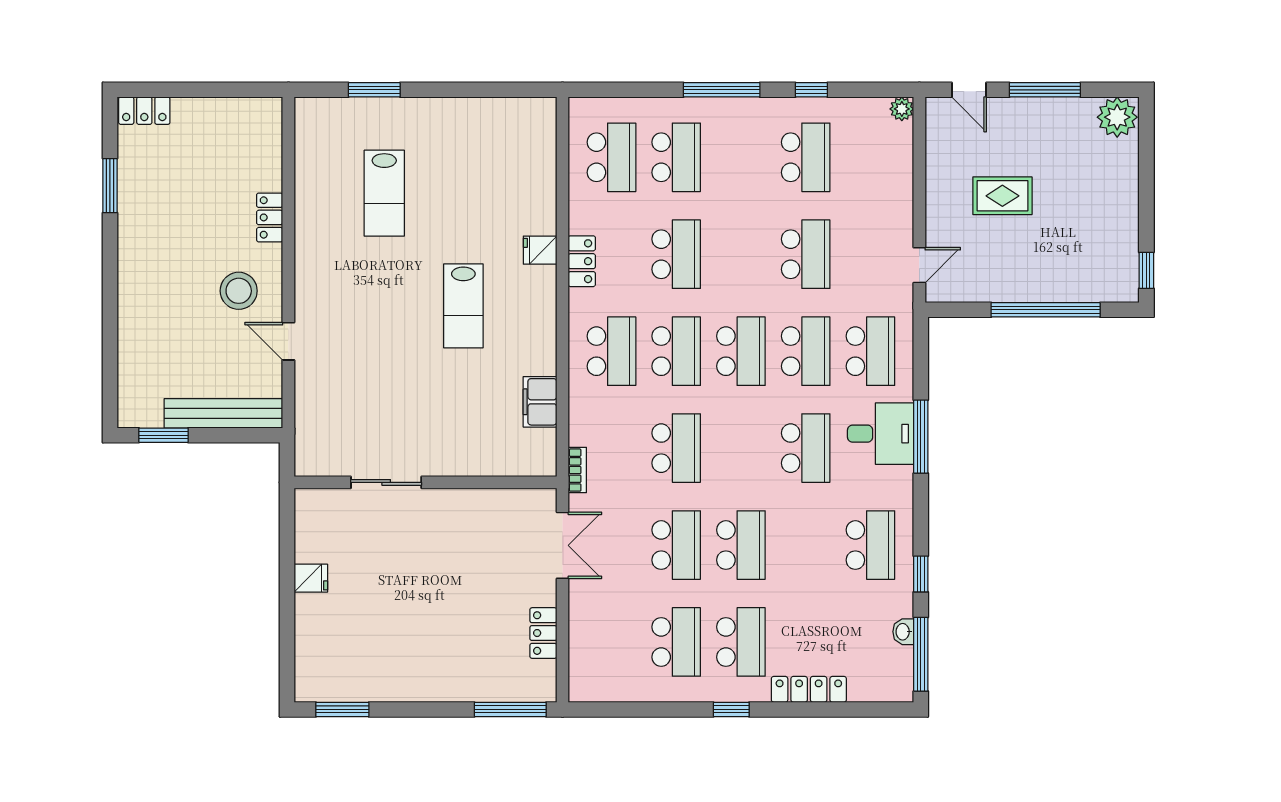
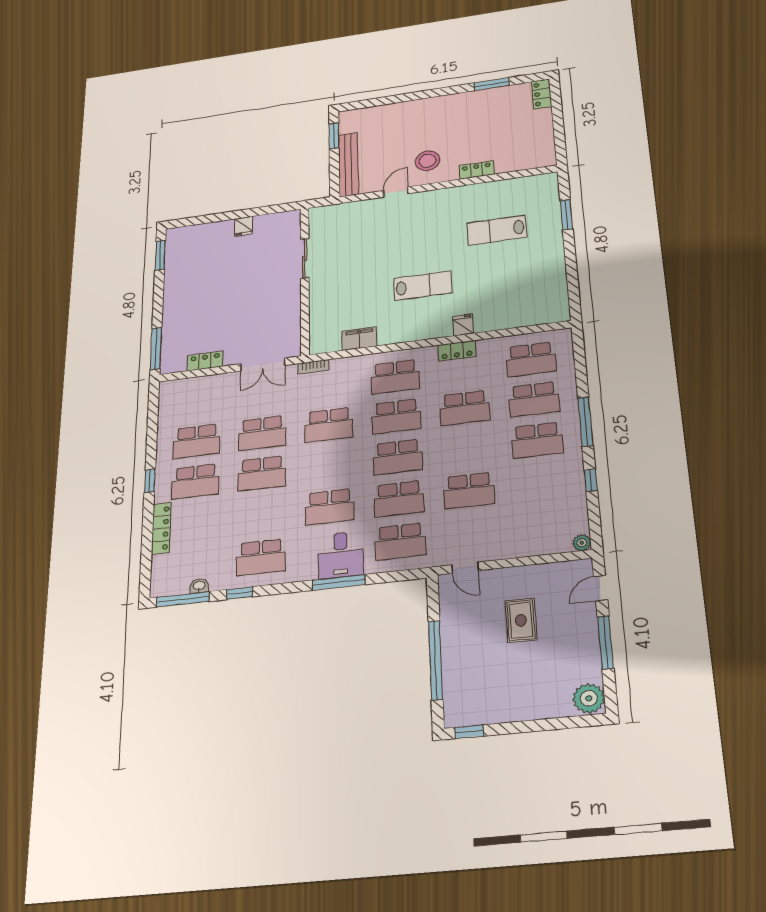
school desk: (806, 157) -> (537, 440), moved
lab bench: (463, 306) -> (423, 285), turned 180

